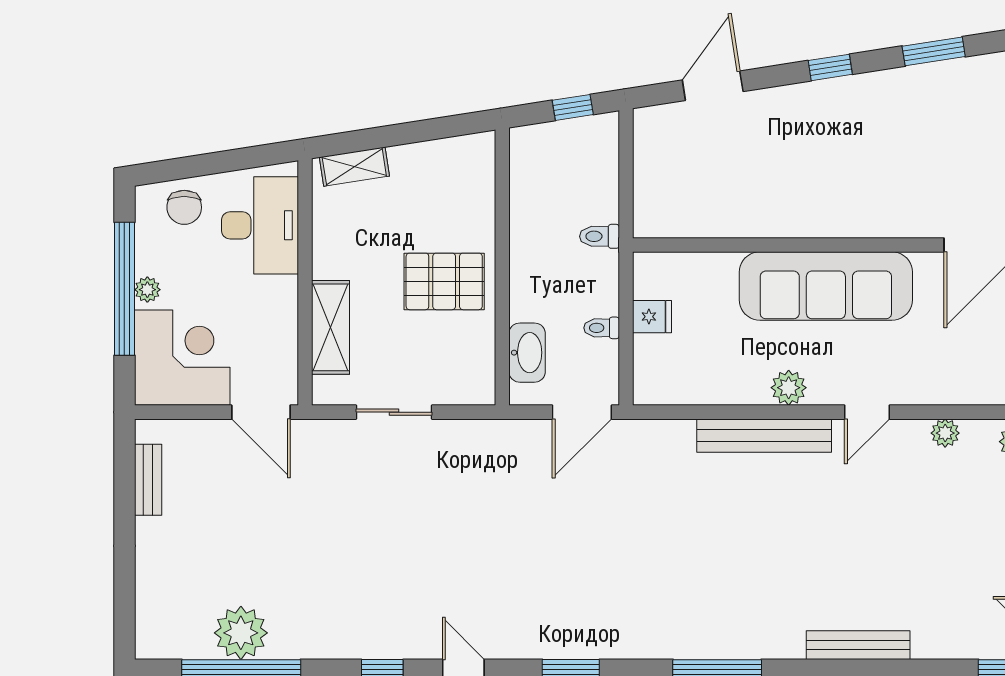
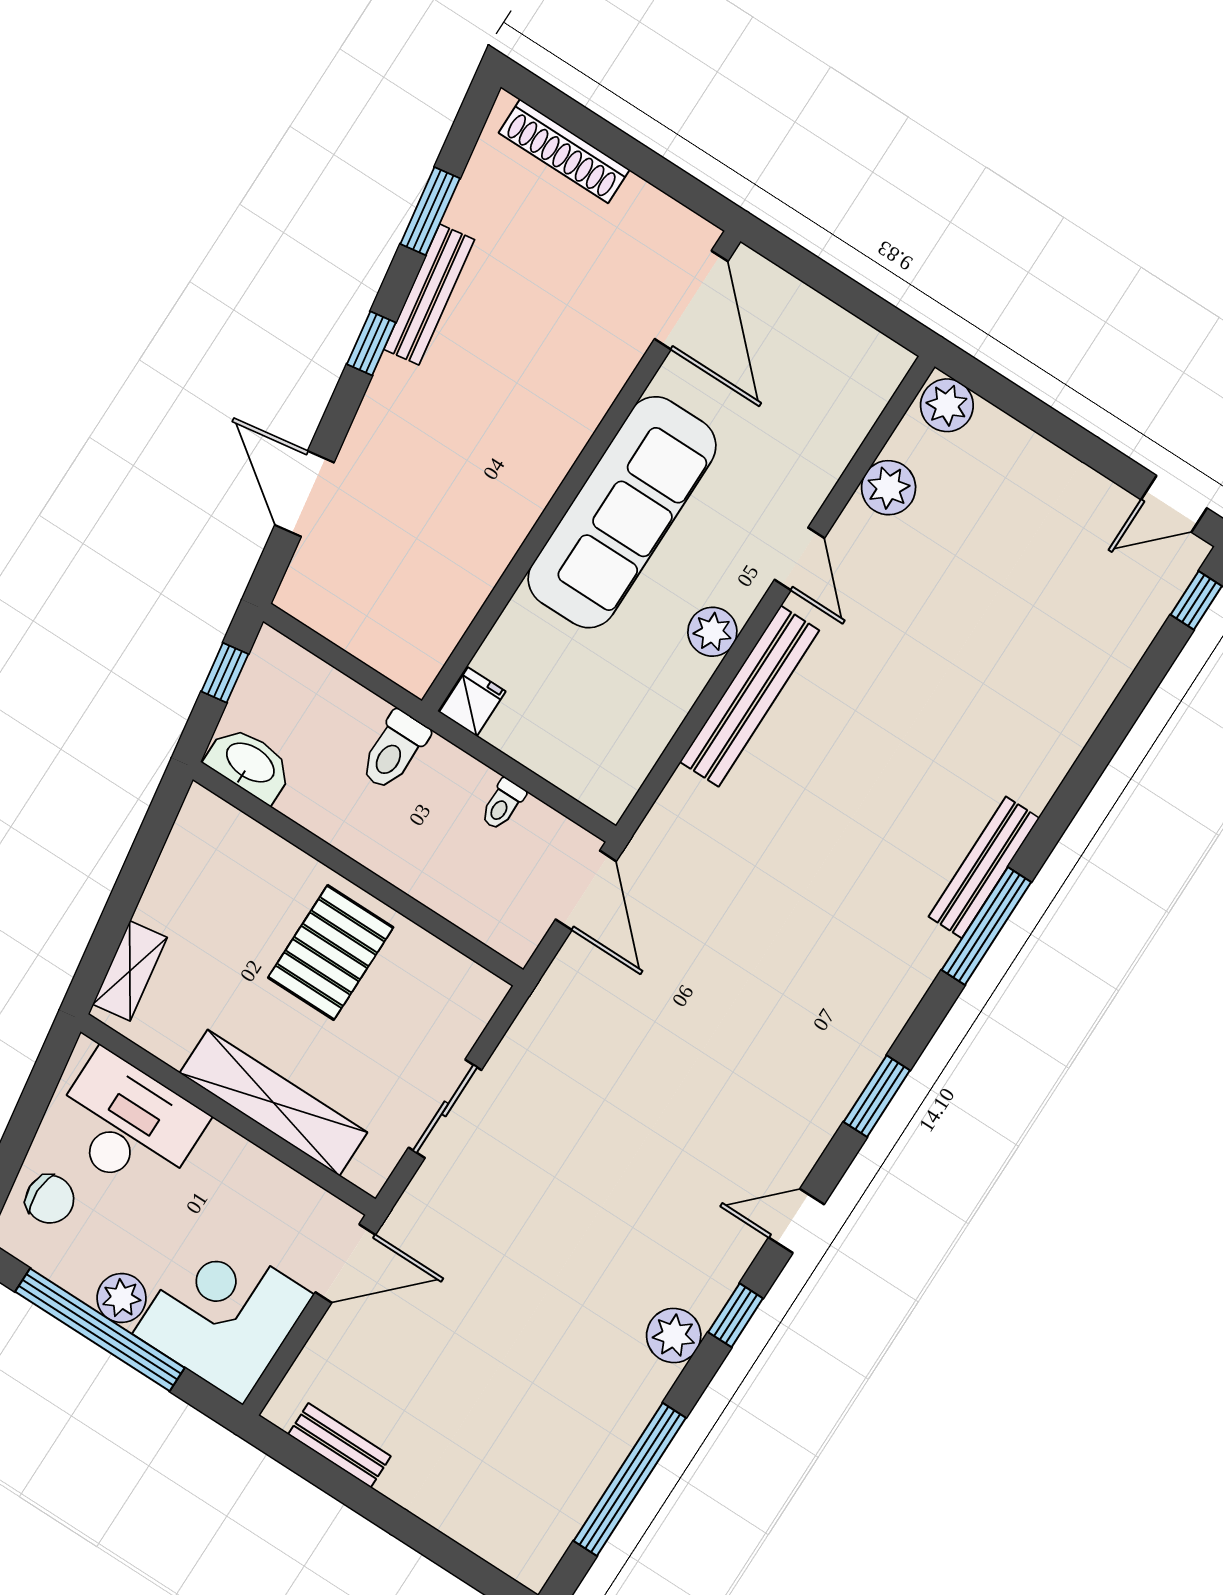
bench: (883, 84) -> (429, 295), added
toilet: (599, 236) -> (394, 750), width x1.37, depth x1.39
plant: (147, 290) -> (122, 1298), width x1.38, depth x1.38
fridge: (652, 317) -> (472, 702), moved
shelving: (330, 327) -> (274, 1103), width x1.47
washbasin: (527, 353) -> (250, 764), moved
plant: (945, 433) -> (889, 488), width x1.38, depth x1.38
plant: (241, 633) -> (674, 1335), moved, width x0.73, depth x0.73
bench: (858, 645) -> (984, 867), moved

